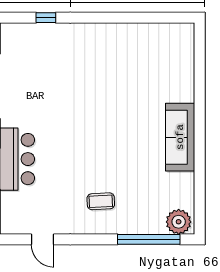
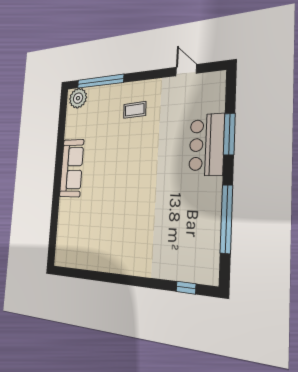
window: (46, 18) -> (186, 288), moved

